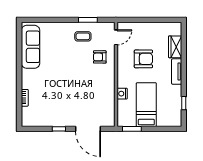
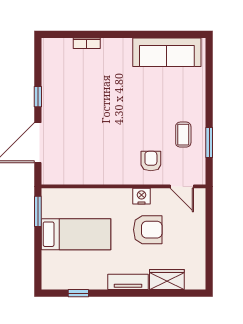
armchair: (143, 59) -> (148, 230), turned -90
nightstand: (122, 94) -> (141, 196), moved

